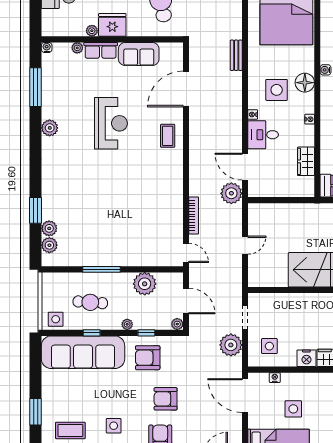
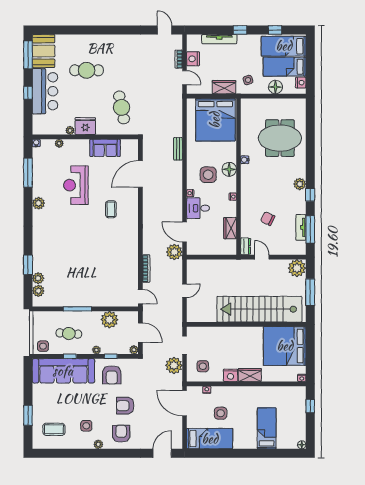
row of seats: (101, 50) -> (77, 145), removed
reception desk: (111, 123) -> (76, 185), moved, turned 180
coffee table: (168, 136) -> (111, 209), moved
armchair: (148, 358) -> (112, 375), turned -90

